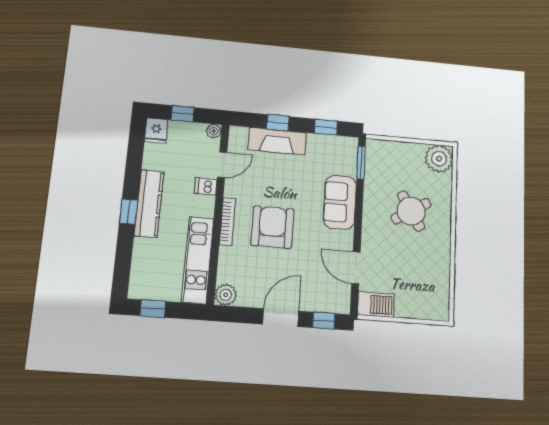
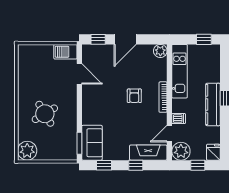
plant: (214, 131) -> (181, 151), width x1.88, depth x1.88
fireplace: (277, 141) -> (148, 153), moved
sofa: (340, 202) -> (92, 143), moved
armchair: (272, 227) -> (134, 96), width x0.53, depth x0.53

